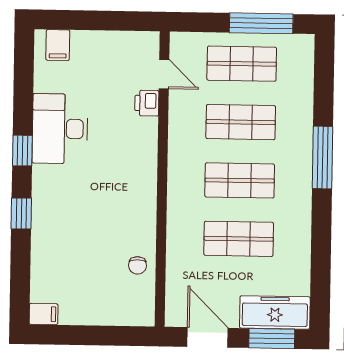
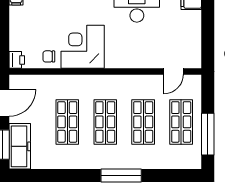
printer: (147, 103) -> (17, 60), moved, turned 90
corner desk: (124, 213) -> (83, 47), added

